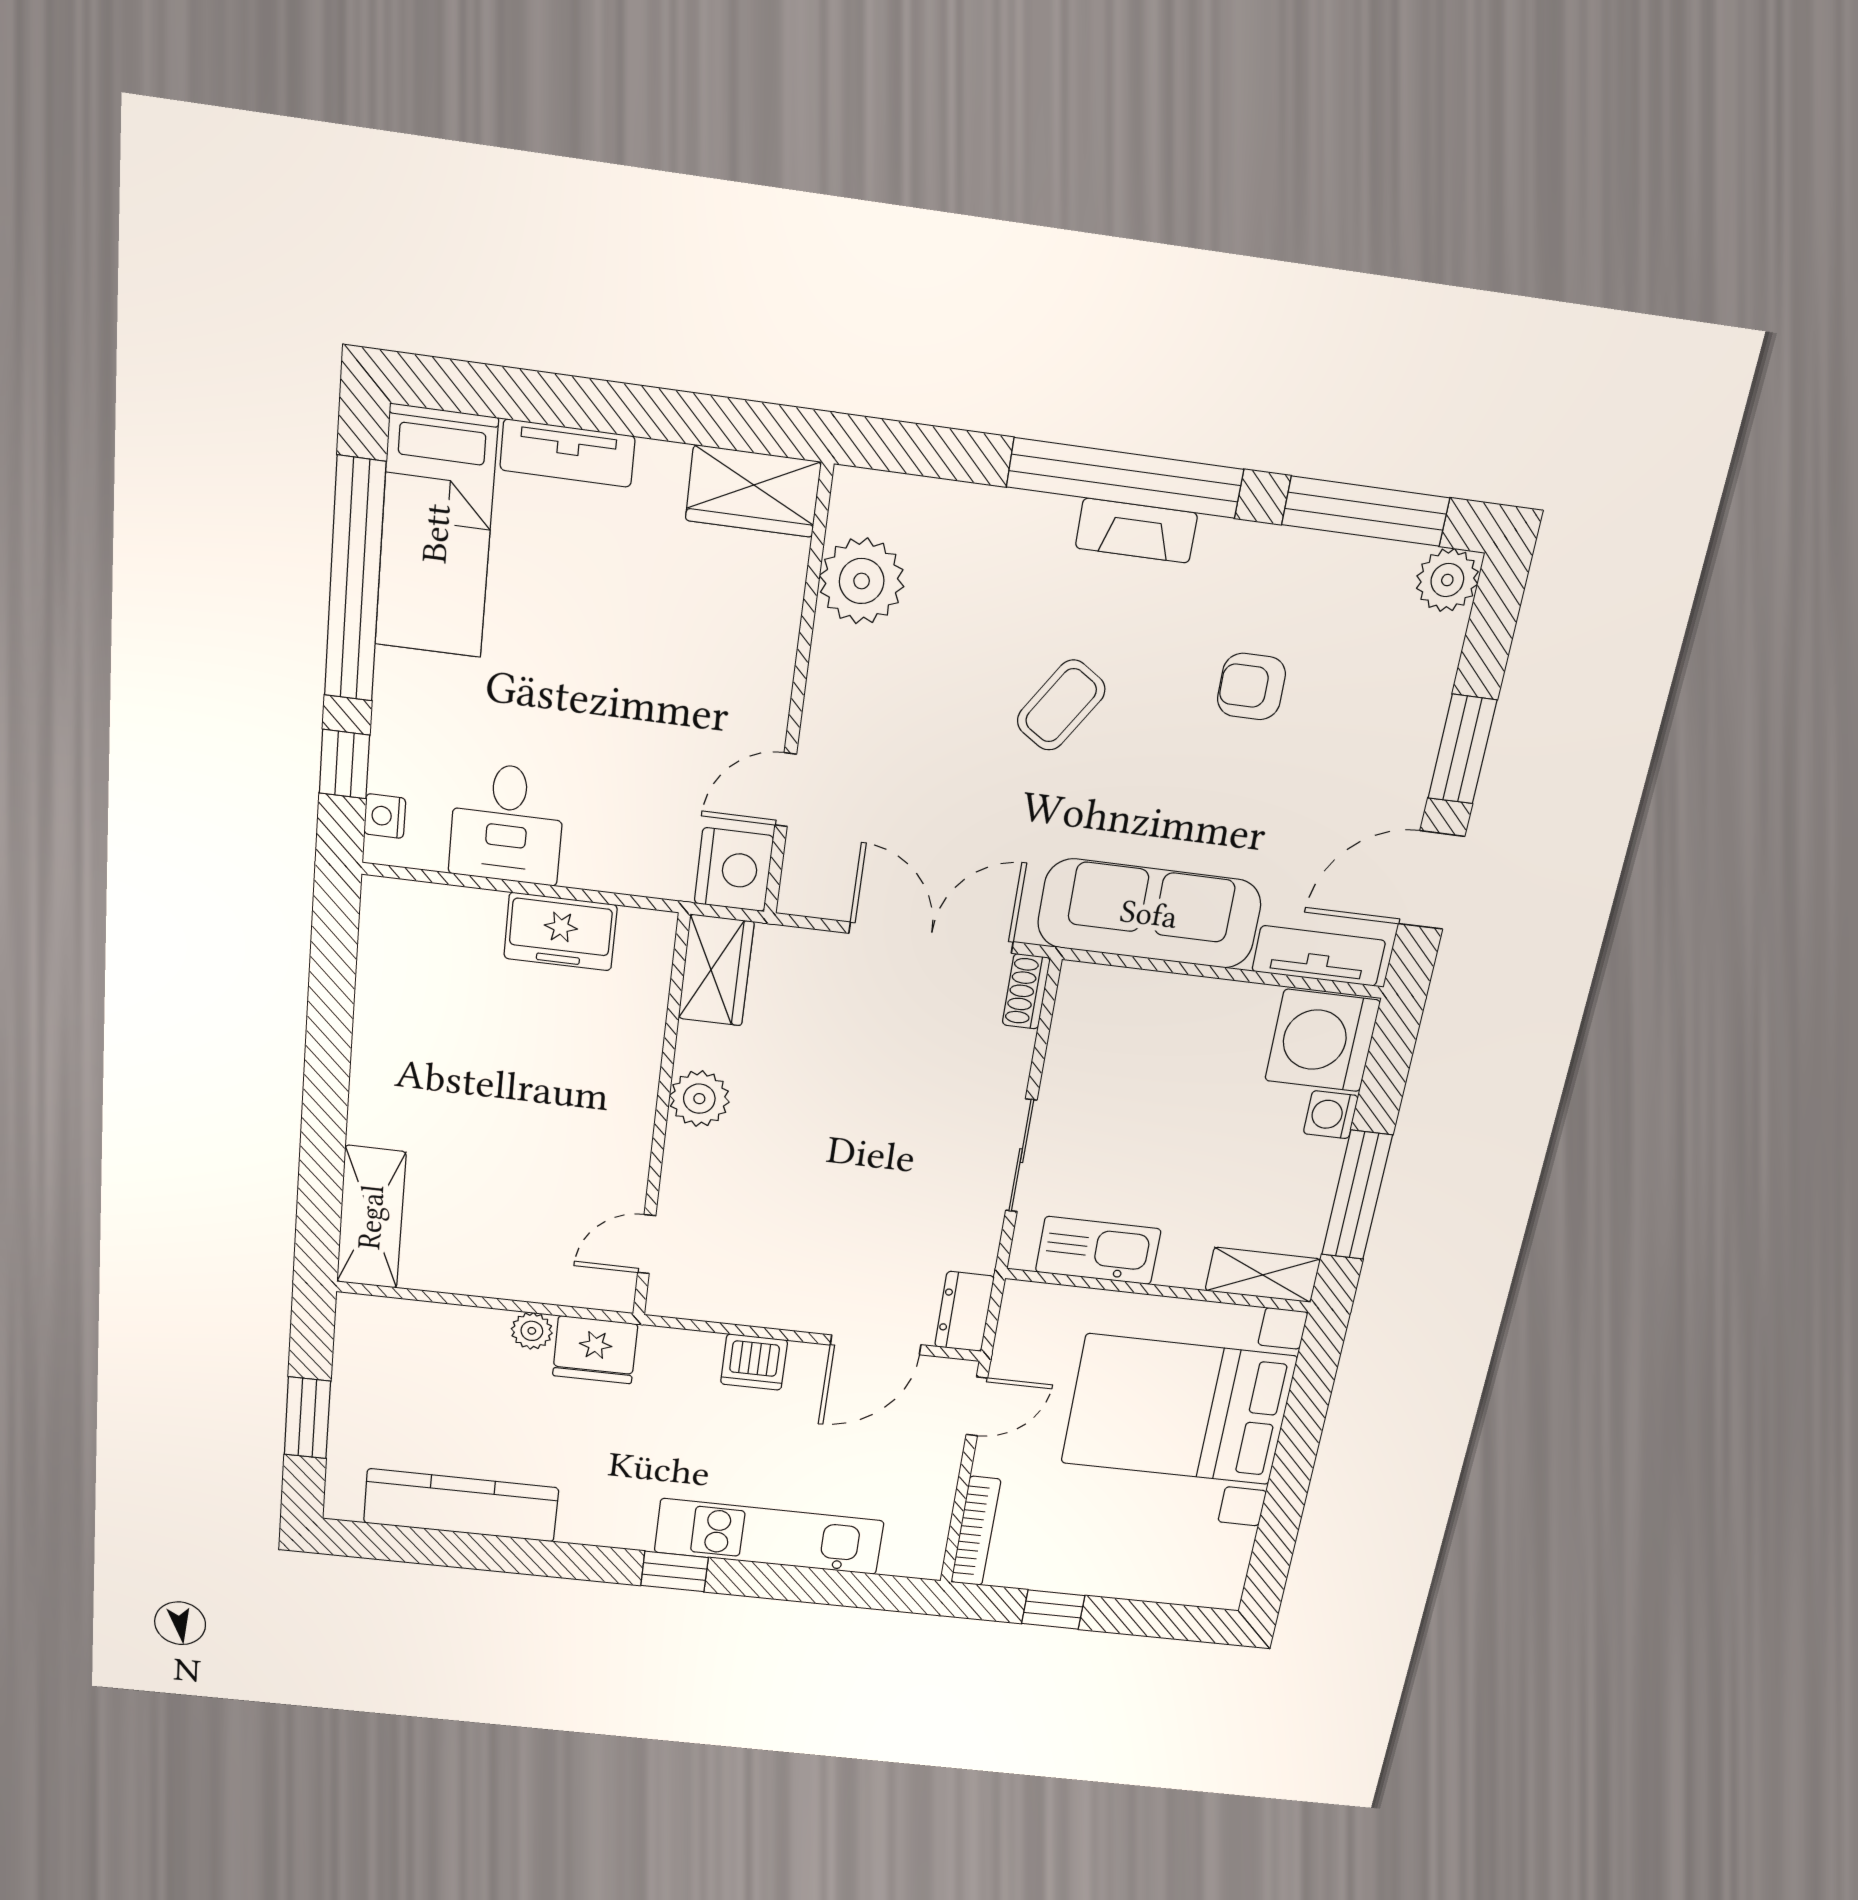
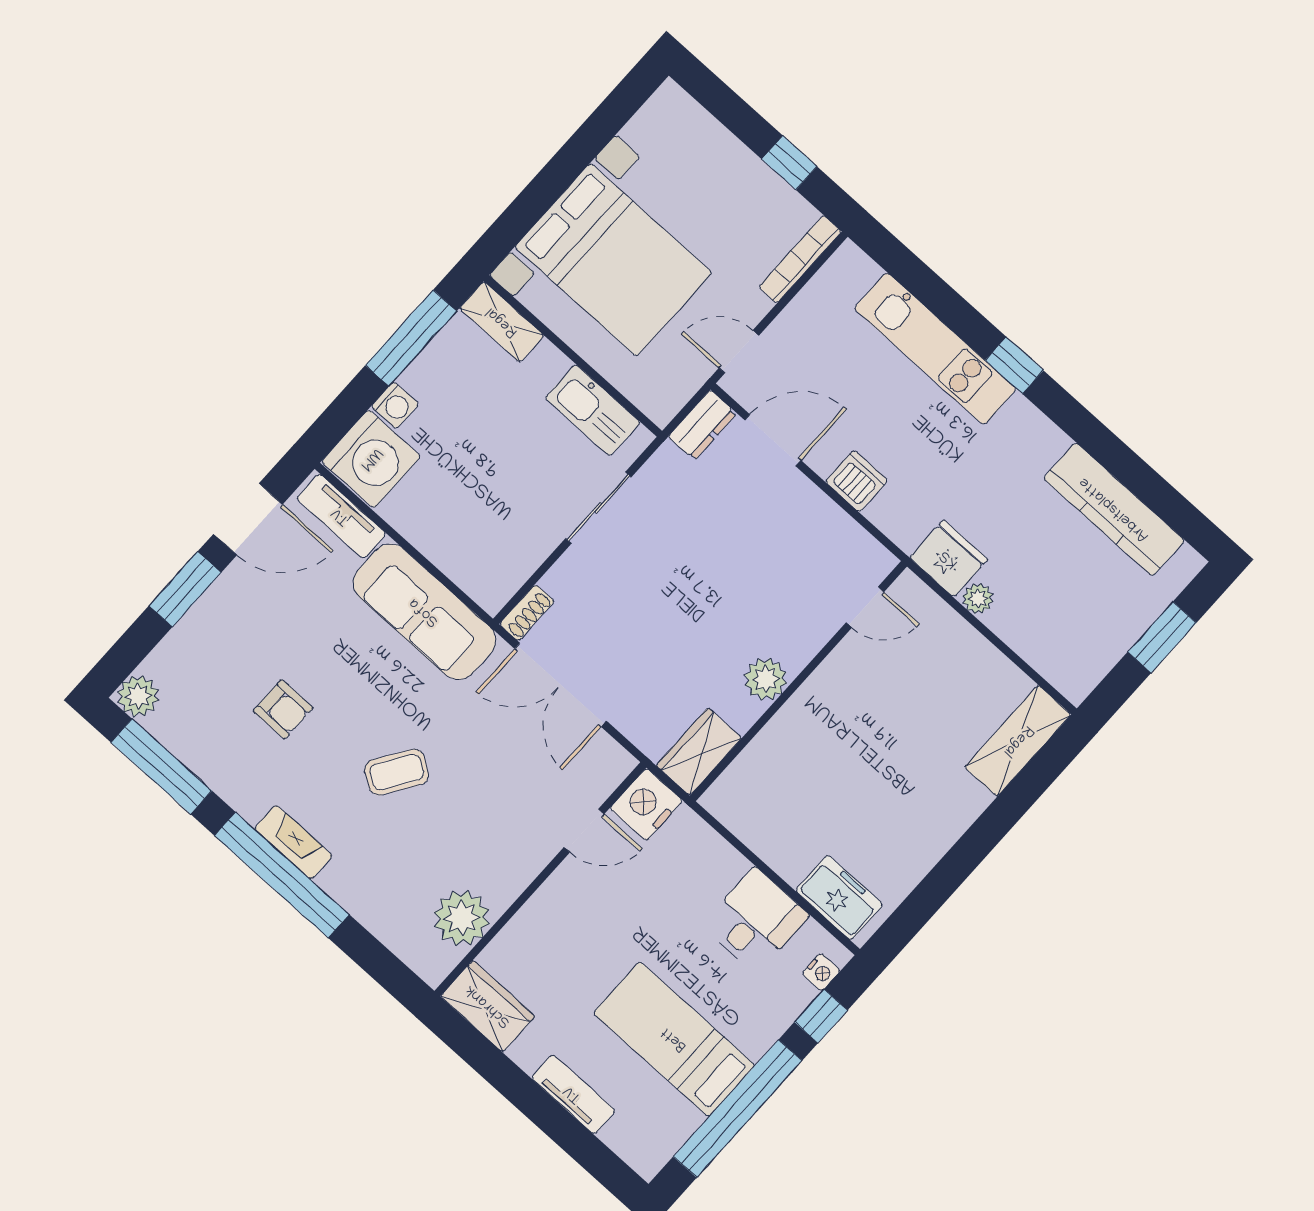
bed: (436, 533) -> (674, 1039), moved, turned -90
freezer: (560, 932) -> (839, 898), moved

